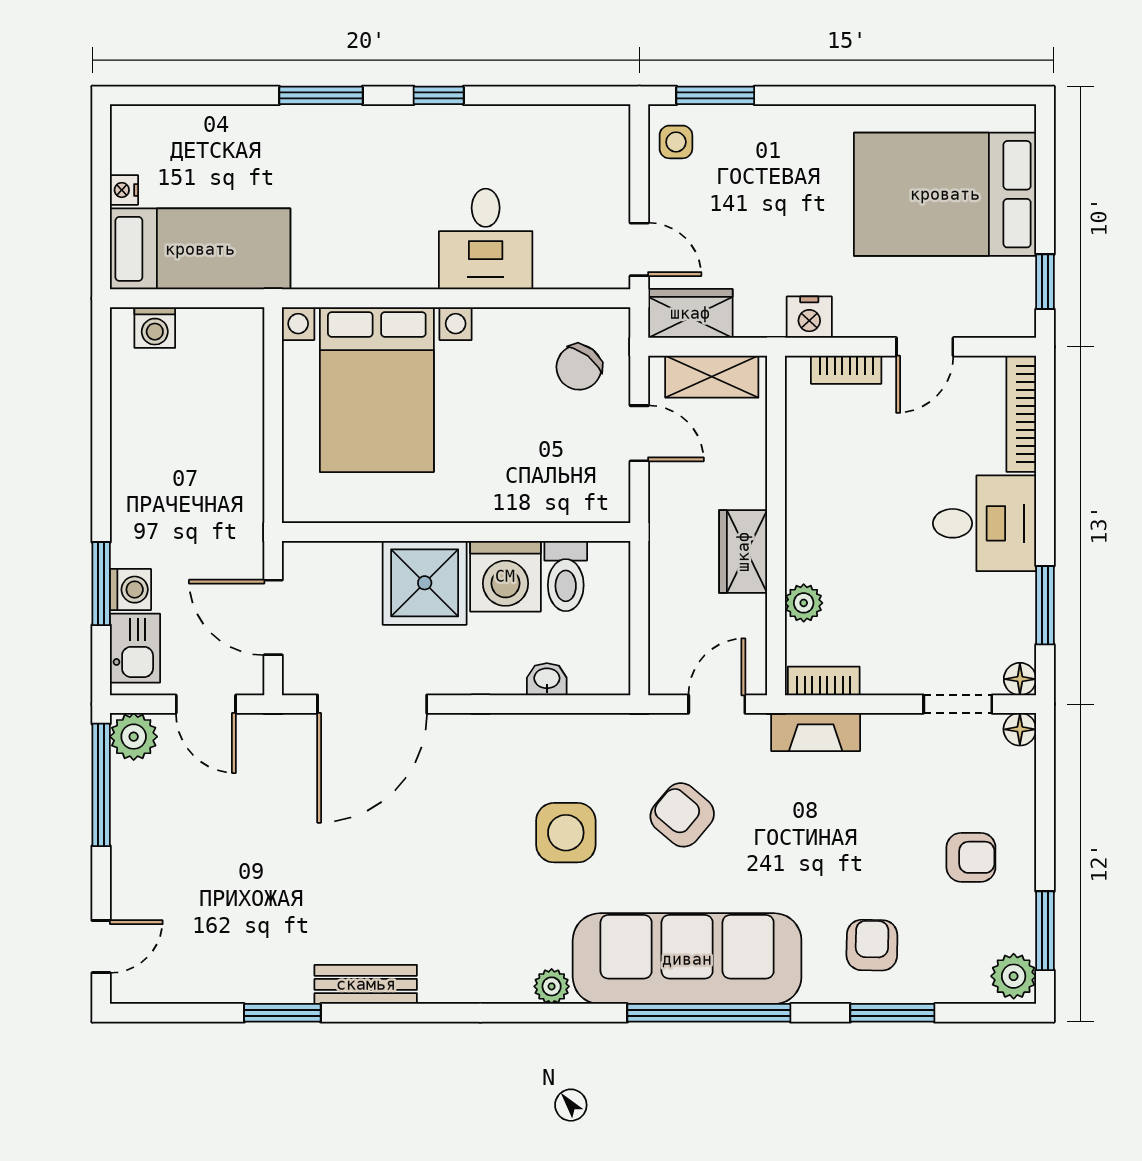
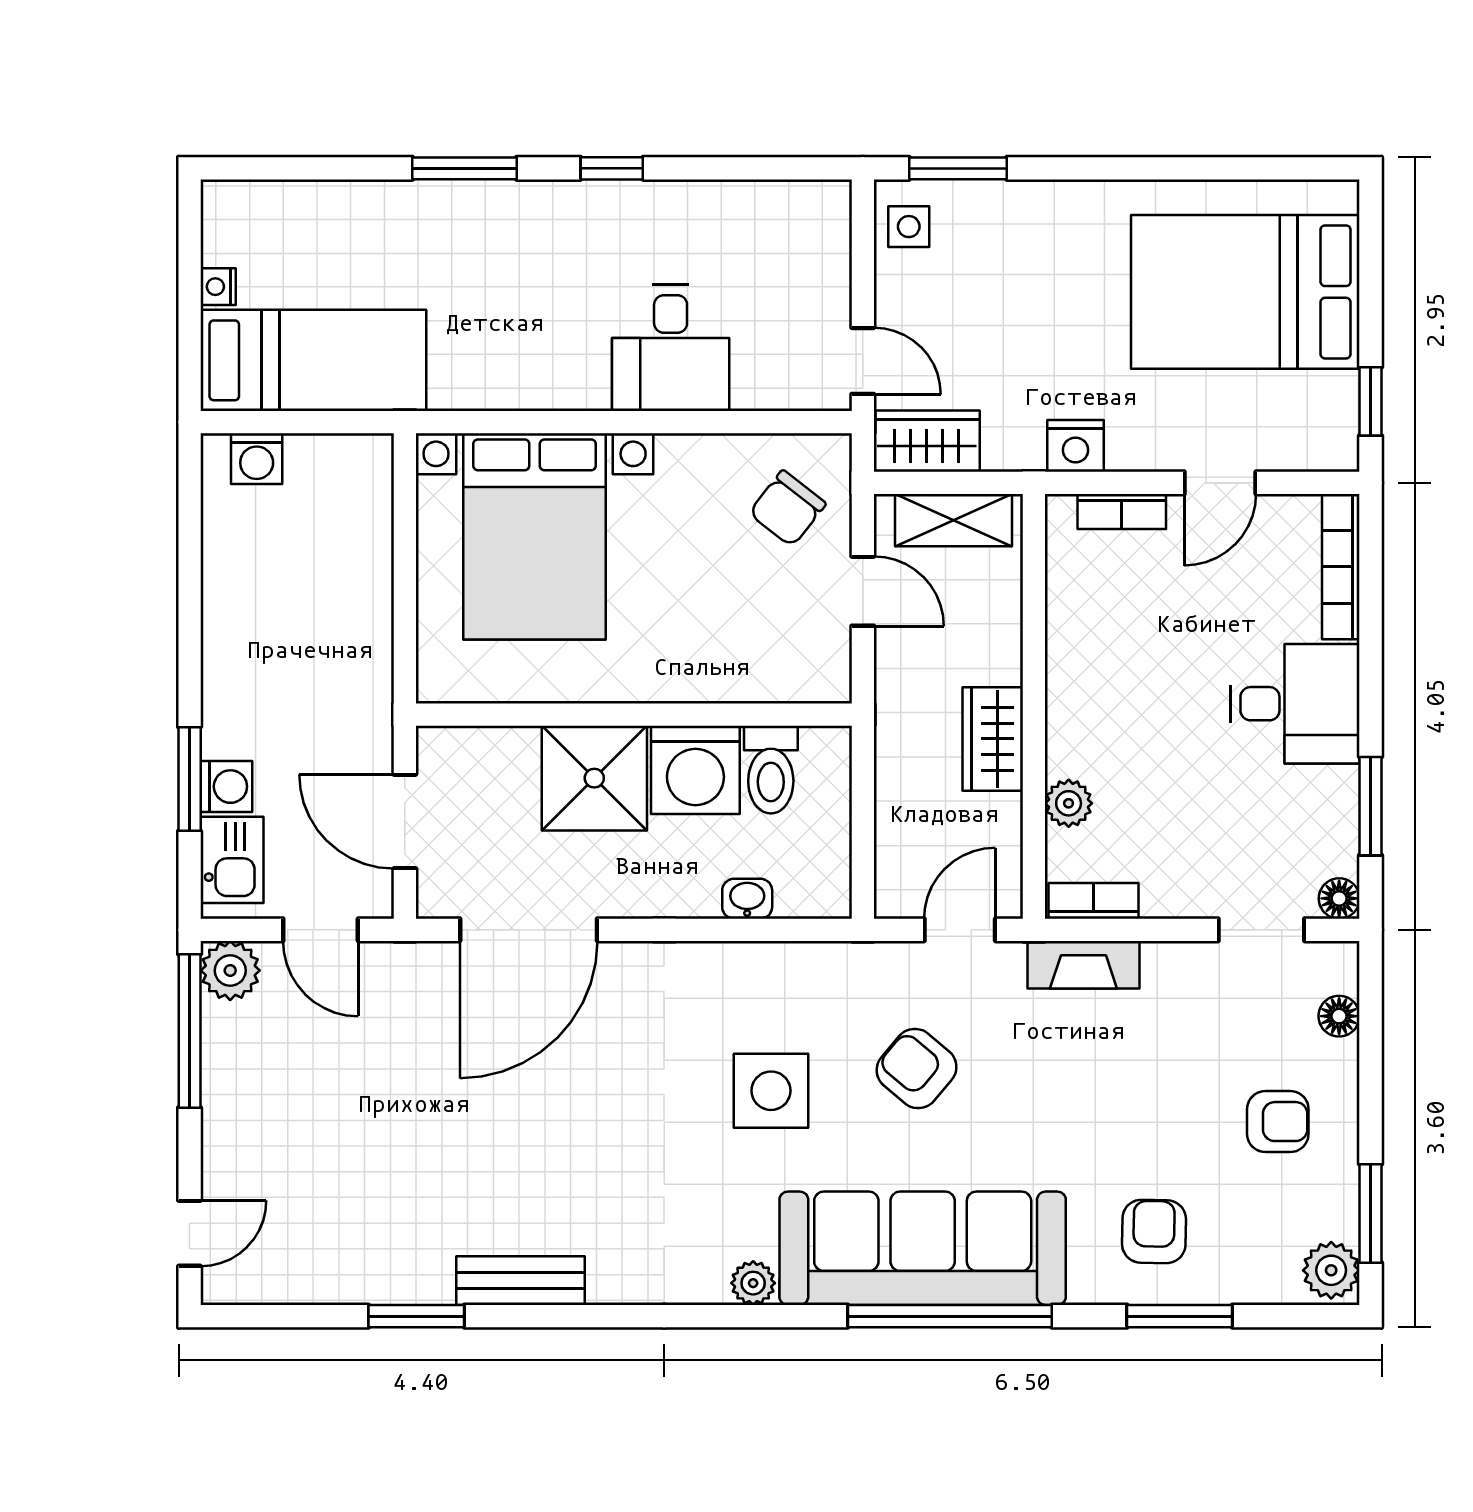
floor lamp: (1020, 729) -> (1339, 1016), moved

